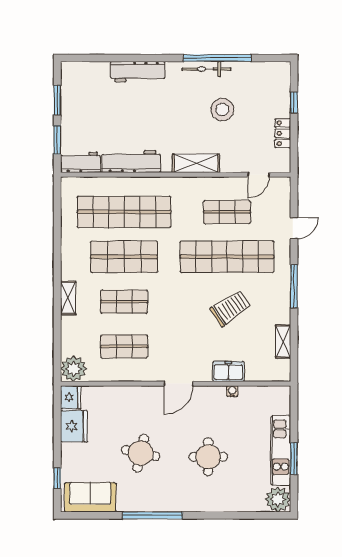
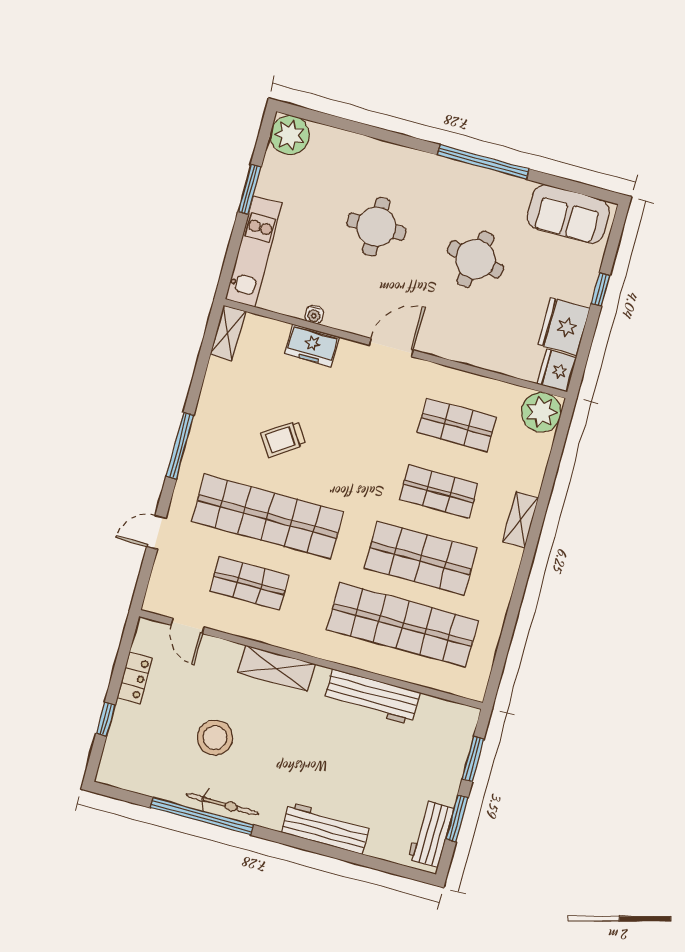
workbench: (80, 162) -> (431, 834), moved, turned 90
door: (259, 175) -> (188, 626), swing flipped
trolley: (231, 308) -> (283, 439), width x0.73, depth x0.72
shelving: (283, 342) -> (228, 333), moved
kitchen unit: (281, 451) -> (254, 251), moved
window: (57, 478) -> (601, 289), moved

